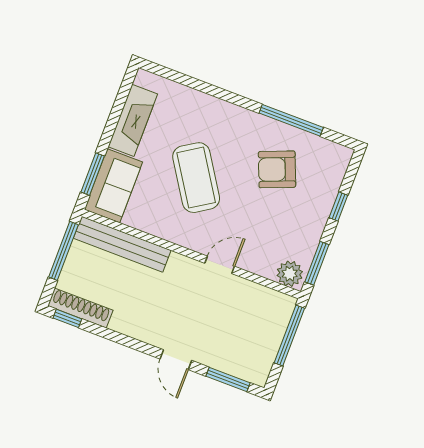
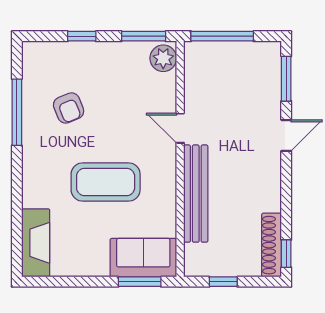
fireplace: (133, 120) -> (36, 243), moved, turned 90
armchair: (277, 169) -> (69, 108), width x0.72, depth x0.72
coffee table: (196, 178) -> (106, 182), turned 33
bench: (122, 244) -> (196, 194), moved
window: (64, 251) -> (223, 282), width x0.46

